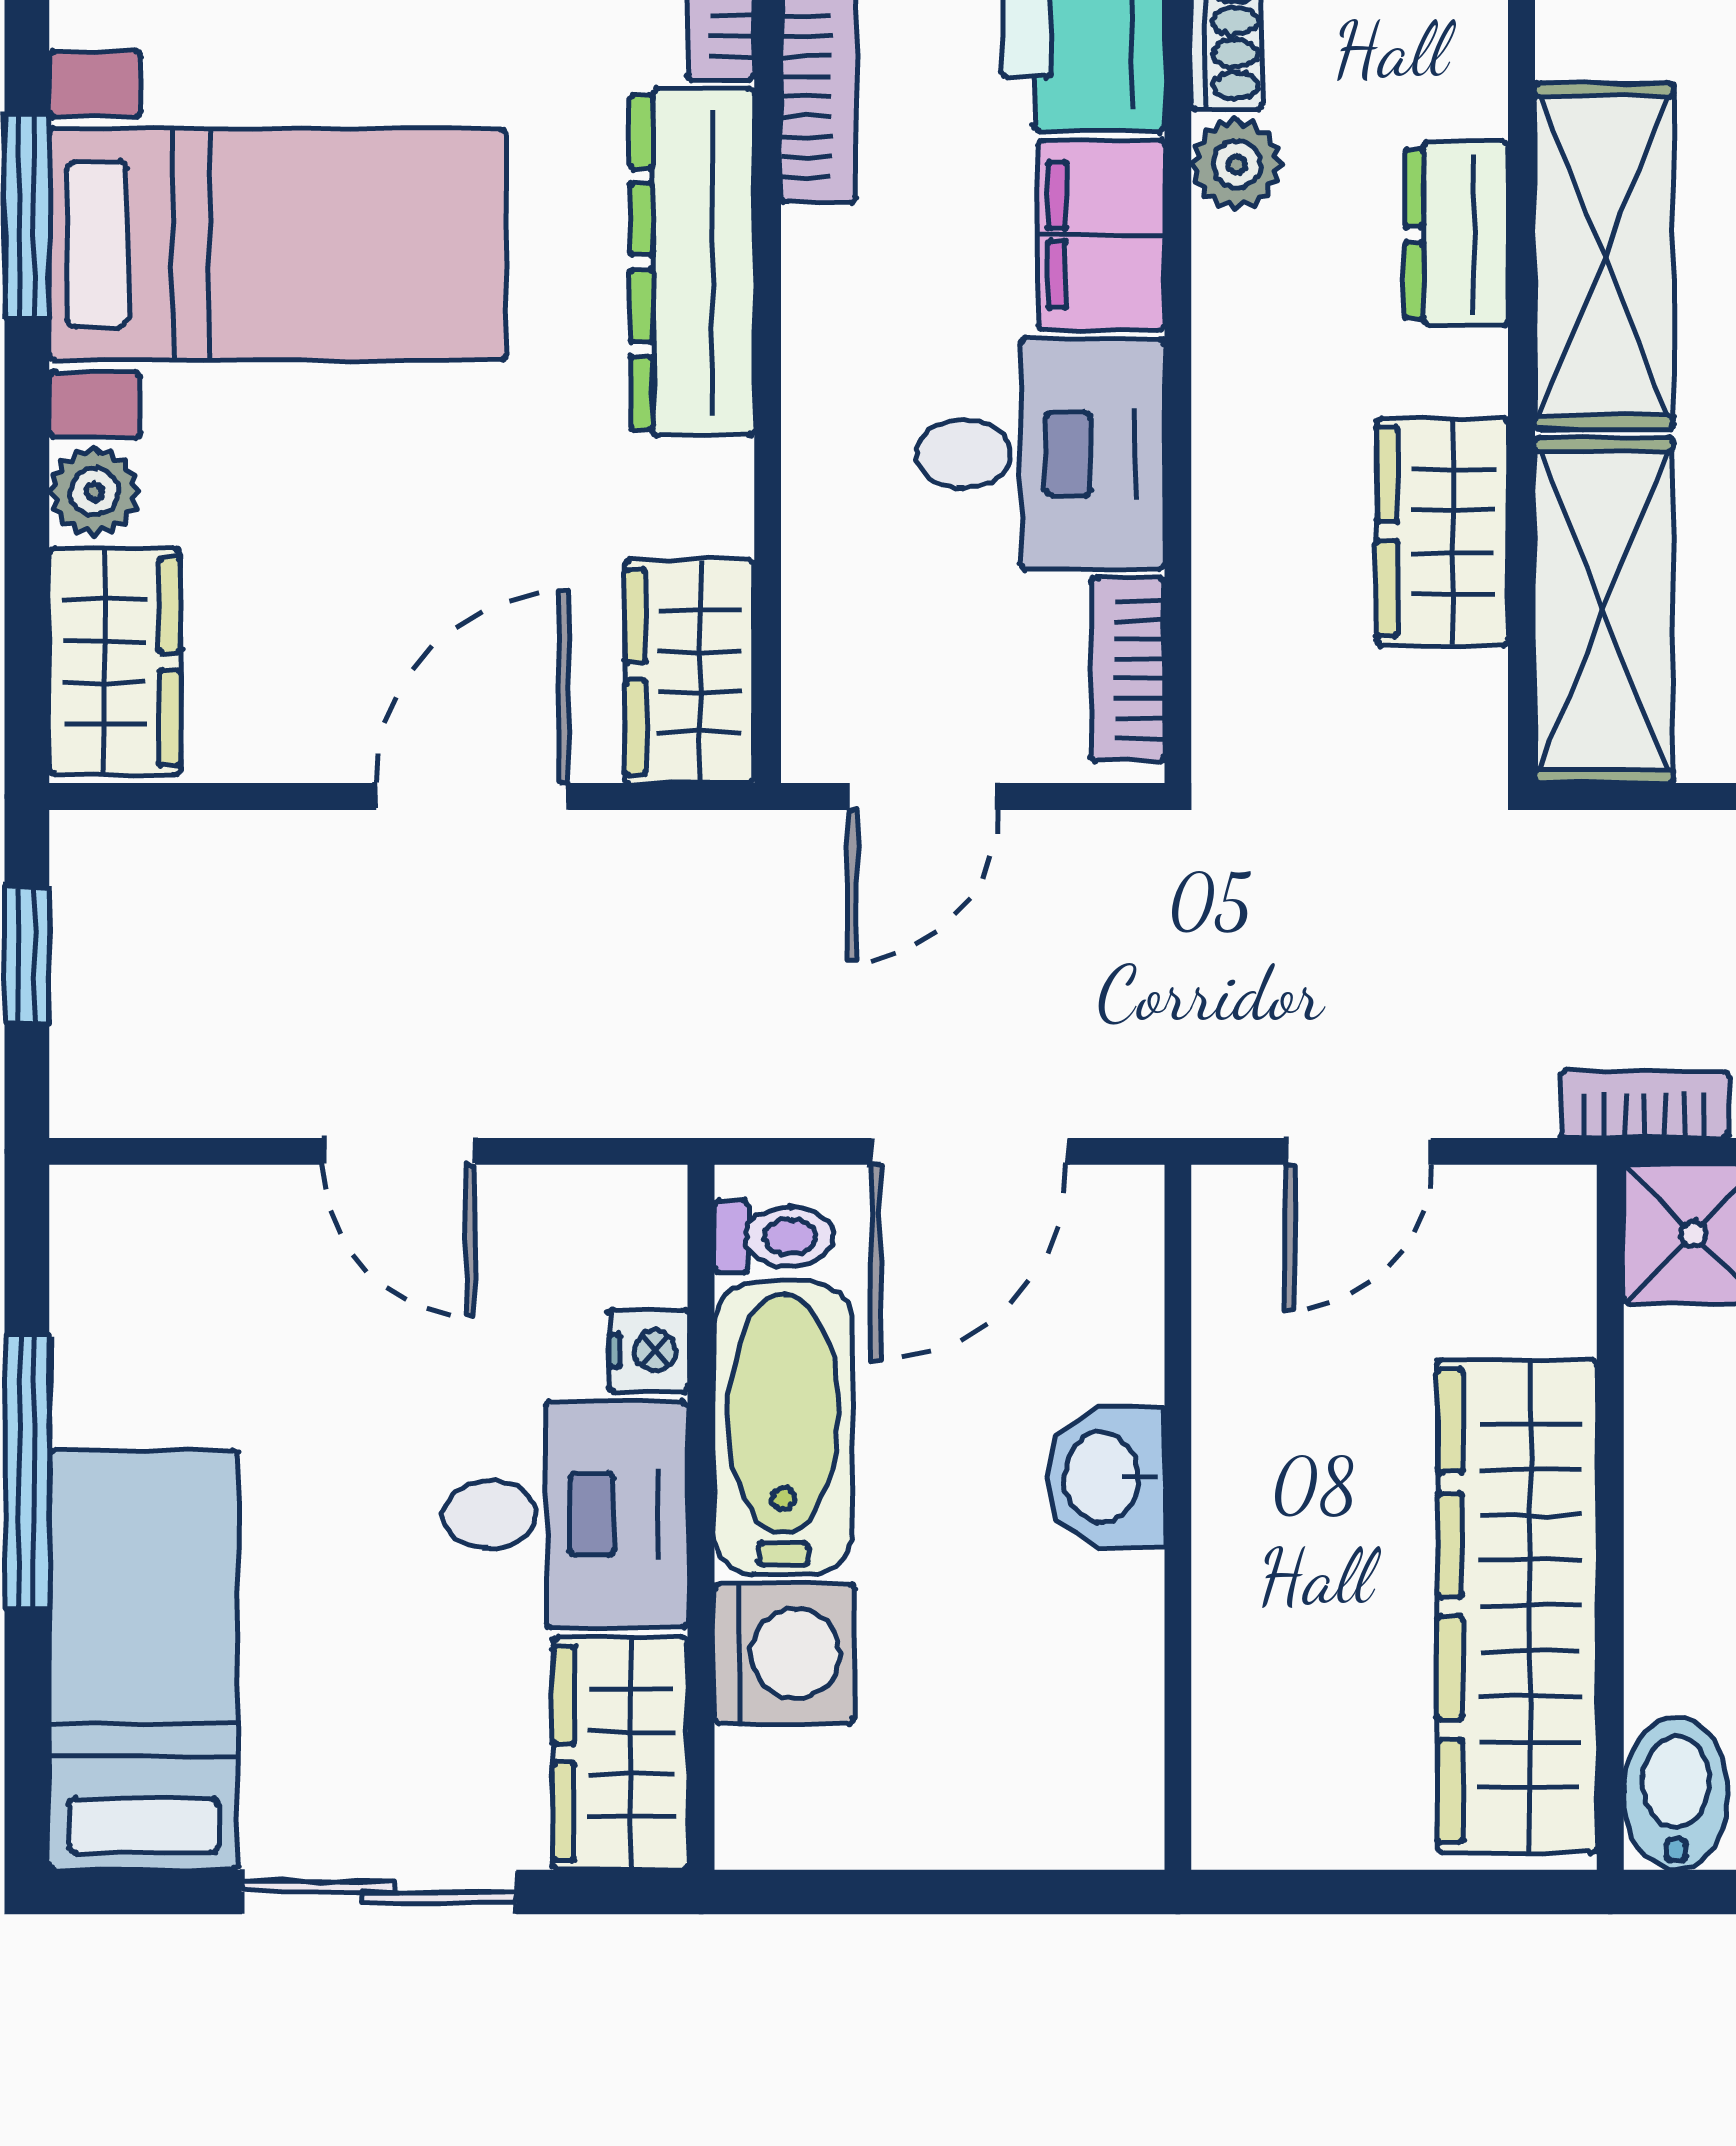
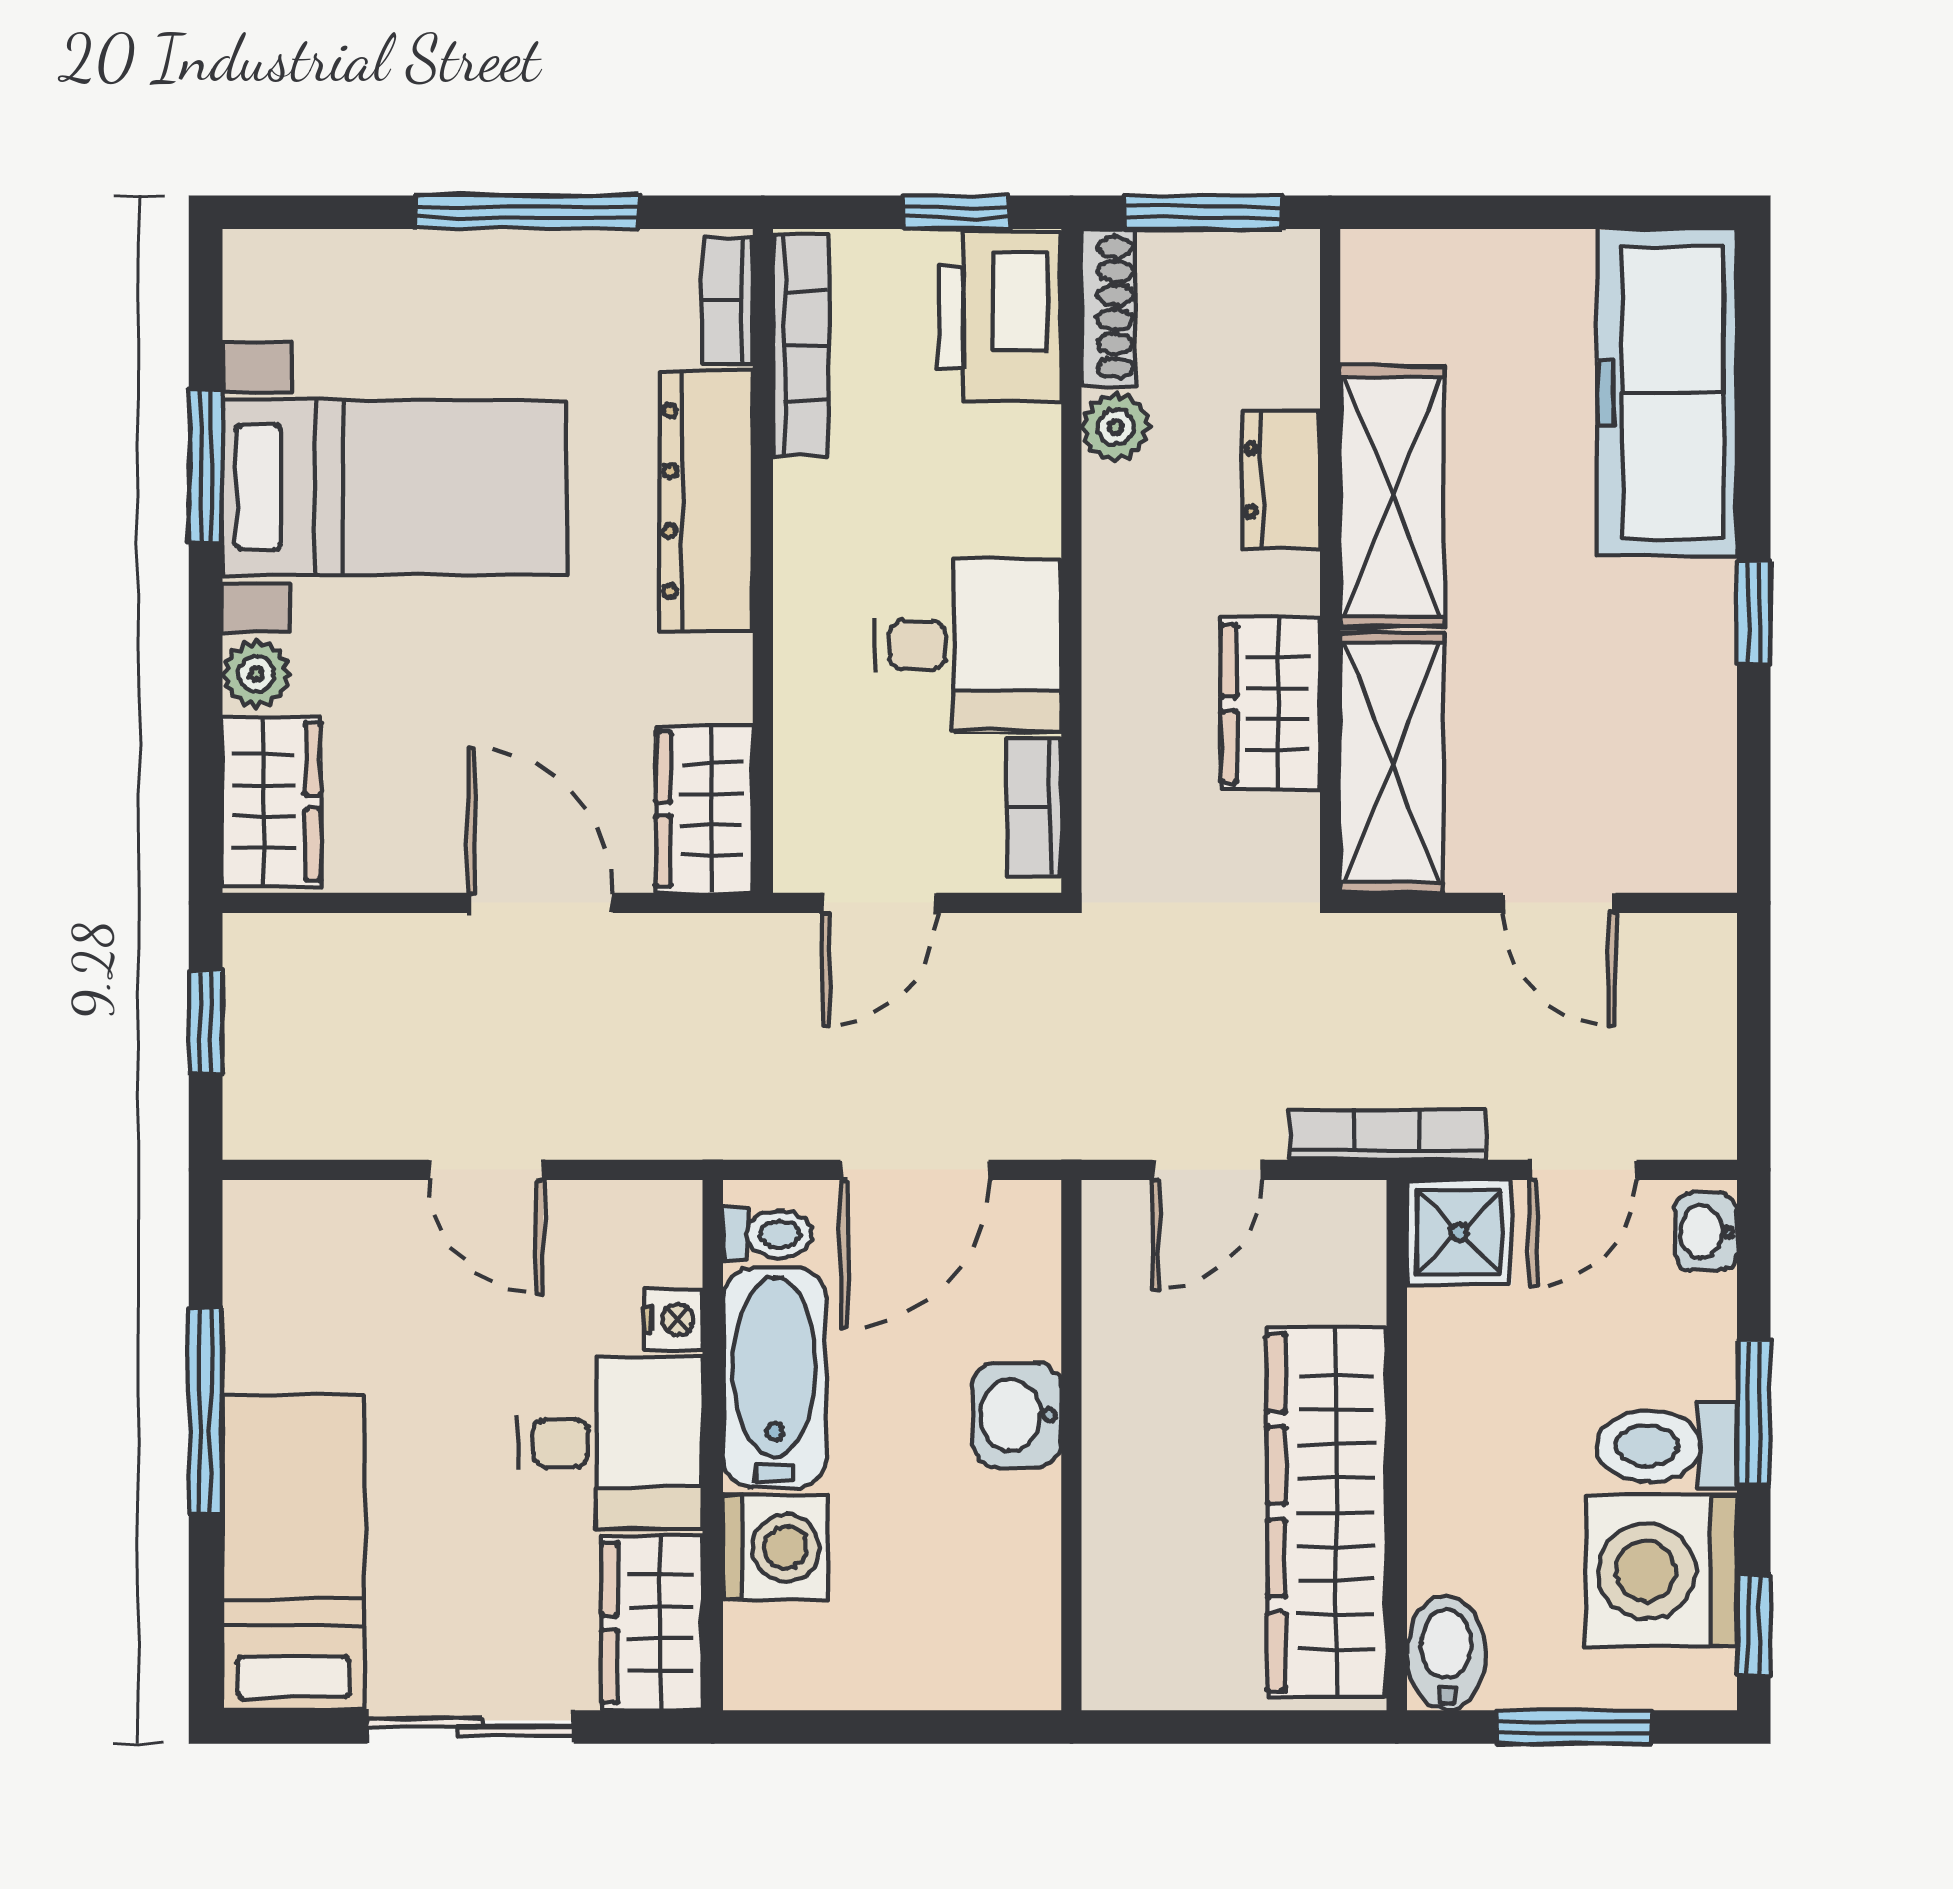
filing cabinet: (1101, 235) -> (1014, 480), removed
door: (472, 797) -> (541, 903), hinge flipped
bookcase: (1645, 1104) -> (1387, 1135), width x1.56

